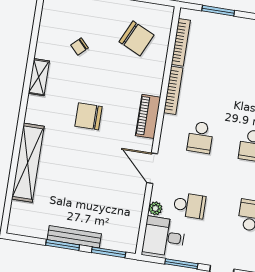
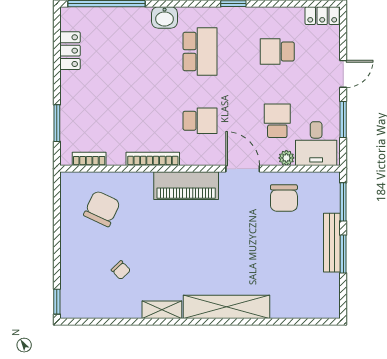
bookcase: (181, 42) -> (89, 159), width x0.64
chair: (89, 116) -> (284, 198), moved
piano: (148, 116) -> (186, 186), width x1.37, depth x1.33
shelving: (28, 163) -> (226, 307), moved
door: (152, 168) -> (243, 169), swing flipped

